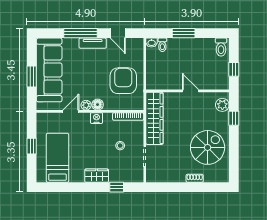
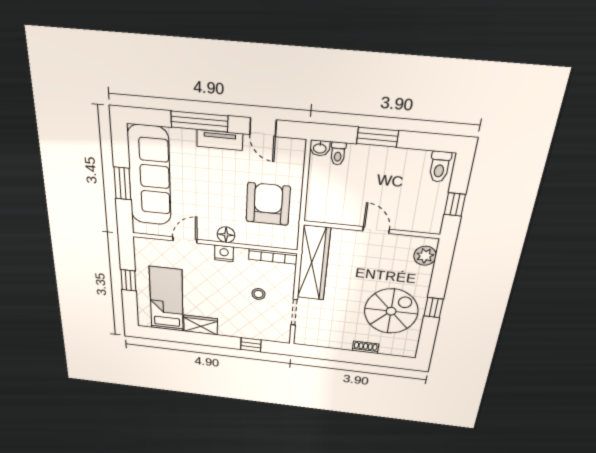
plant: (86, 105) -> (208, 234), removed
window: (234, 118) -> (434, 308), moved
wardrobe: (97, 176) -> (201, 325), moved

